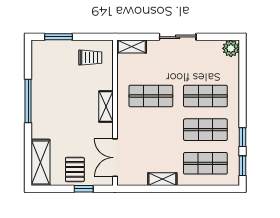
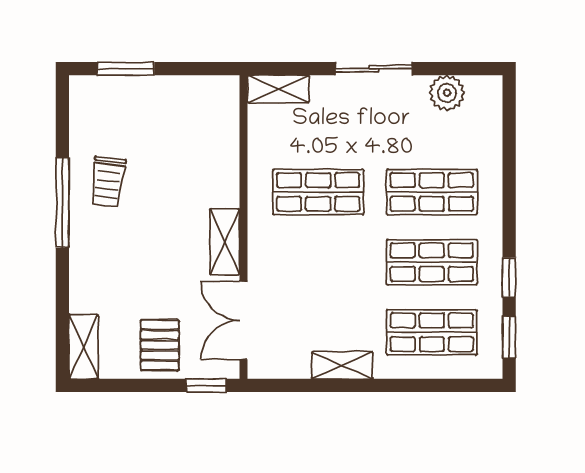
plant: (231, 48) -> (447, 93), moved
trolley: (90, 58) -> (108, 182), moved, turned 97
shelving: (106, 107) -> (225, 242), moved
shelving: (40, 162) -> (83, 347), width x0.67, depth x0.75
window: (84, 189) -> (206, 385), moved

